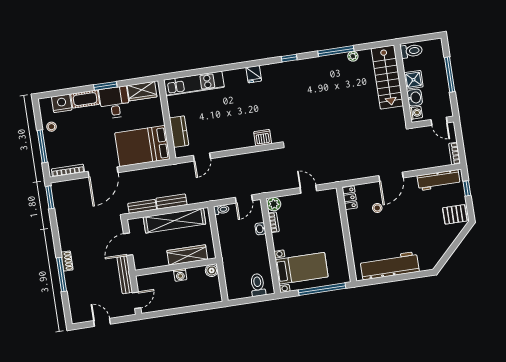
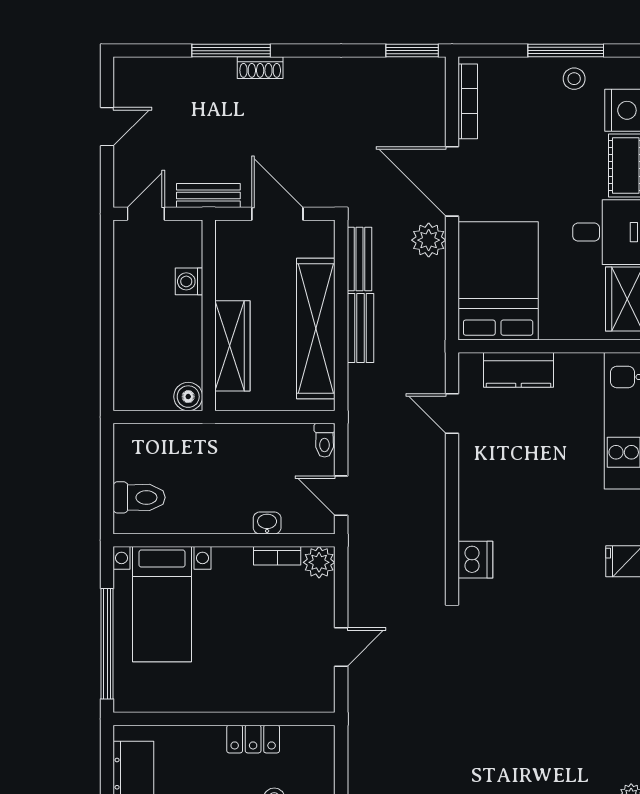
window: (42, 146) -> (566, 51), moved
plant: (130, 178) -> (429, 240), added
locker: (350, 198) -> (253, 739), moved
bench: (125, 275) -> (208, 196), width x0.73
washing machine: (180, 275) -> (189, 281), moved
door: (137, 300) -> (146, 214), swing flipped

